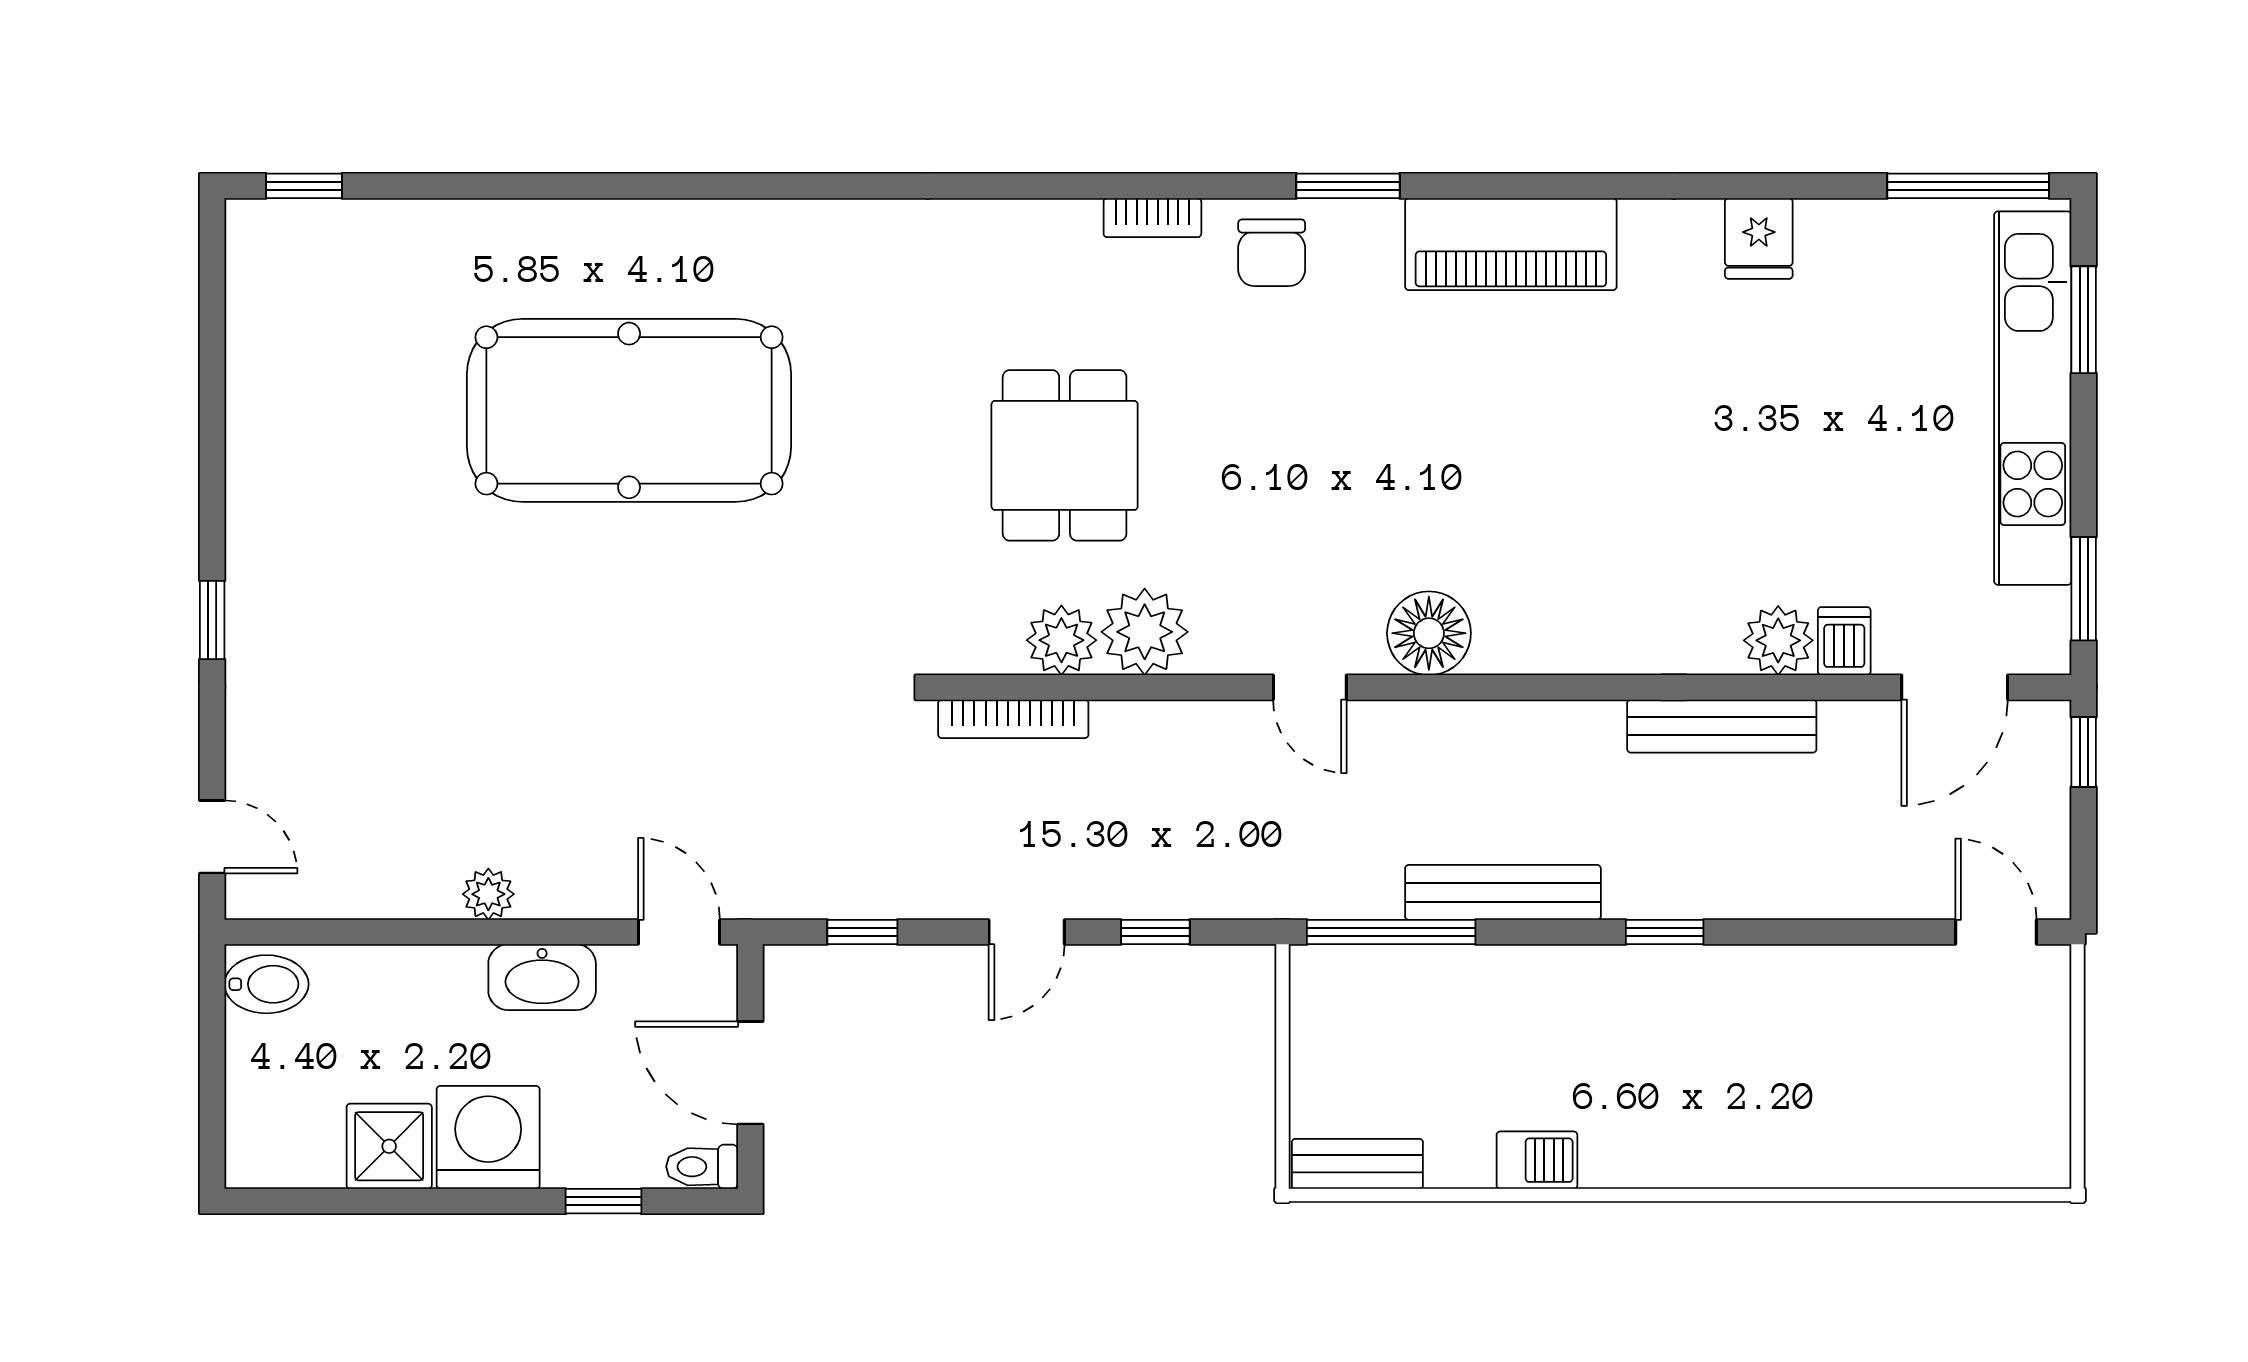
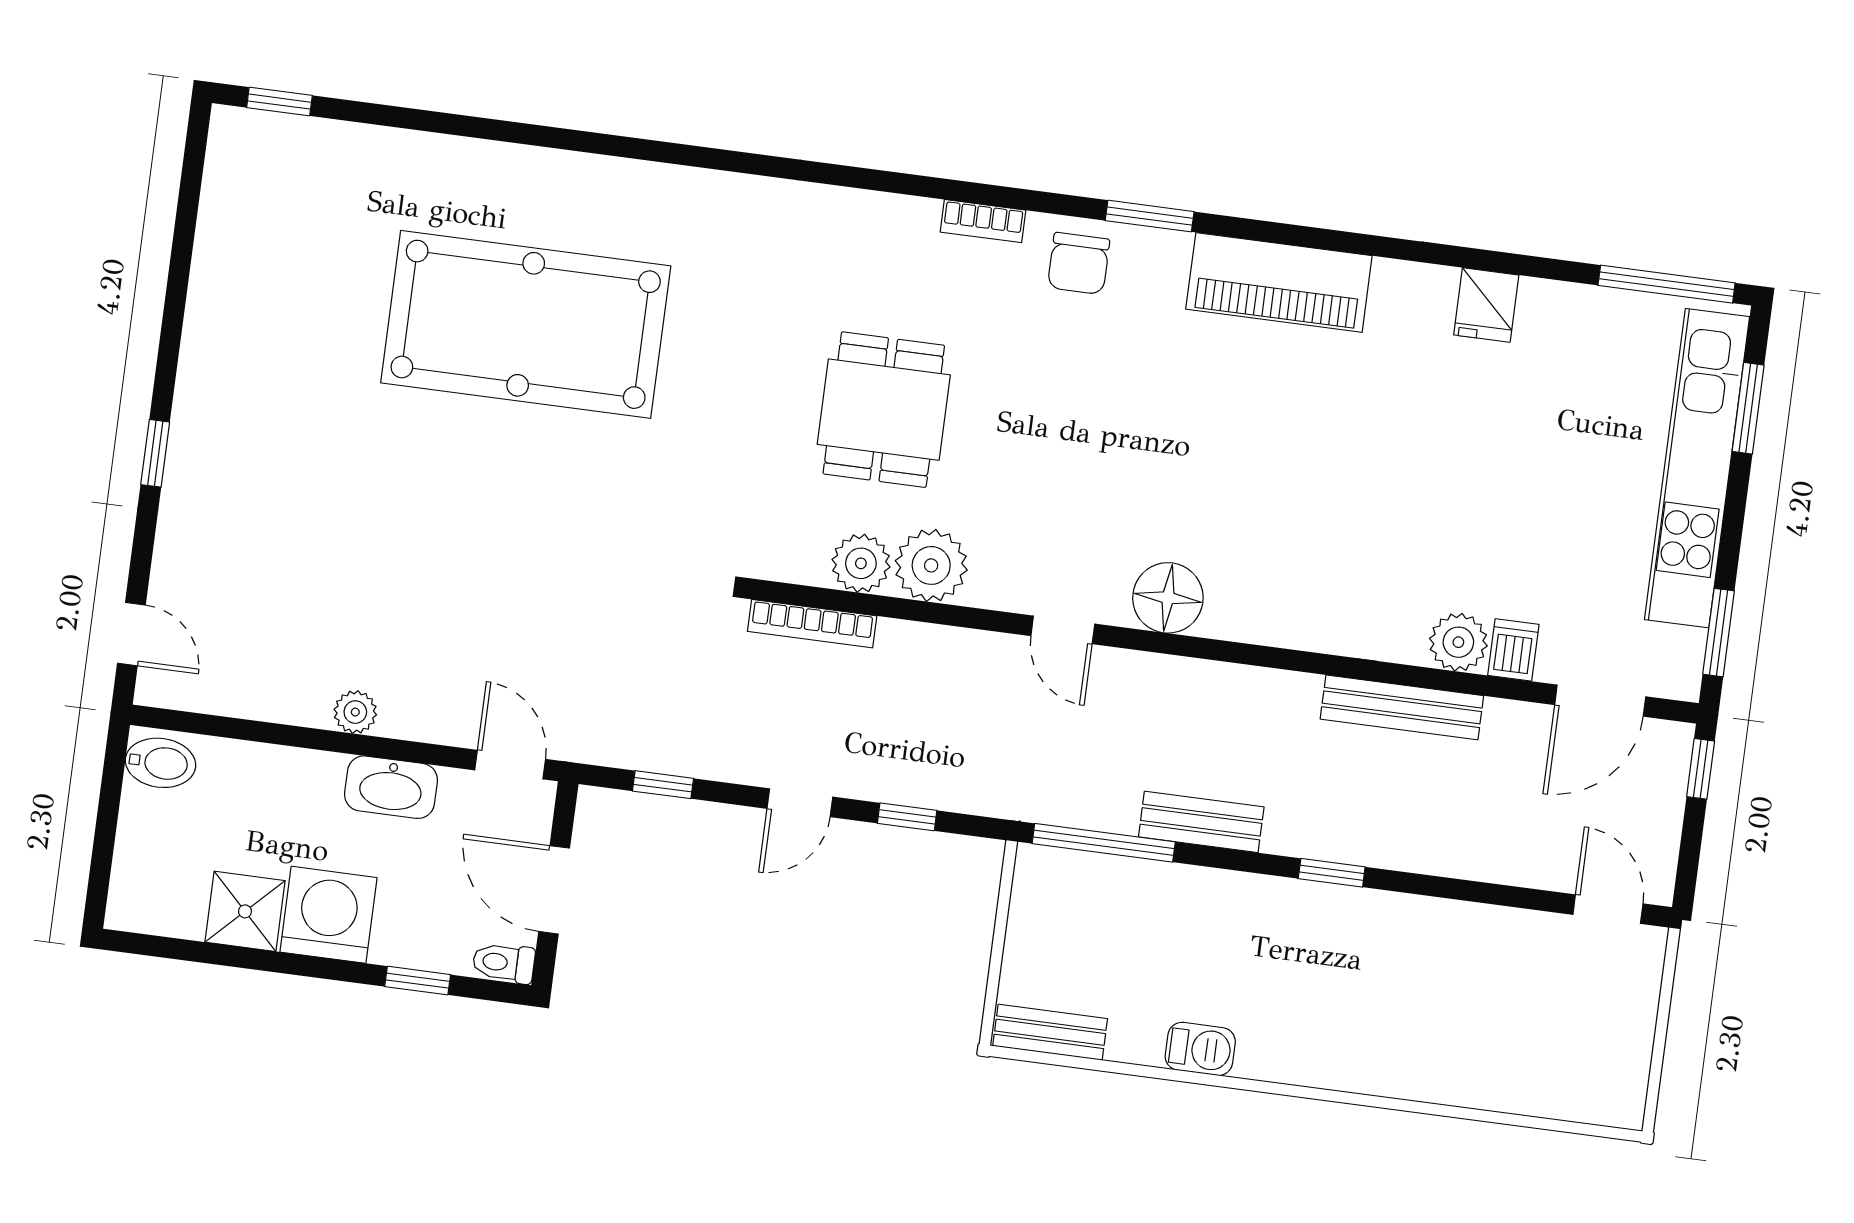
bench: (1503, 892) -> (1201, 822), width x0.73

